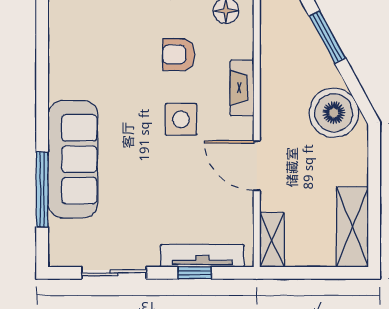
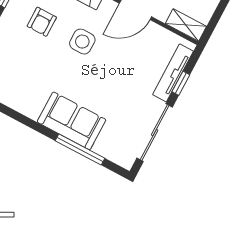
sofa: (73, 159) -> (72, 121), width x0.73
sliding door: (114, 273) -> (155, 133), width x1.37

